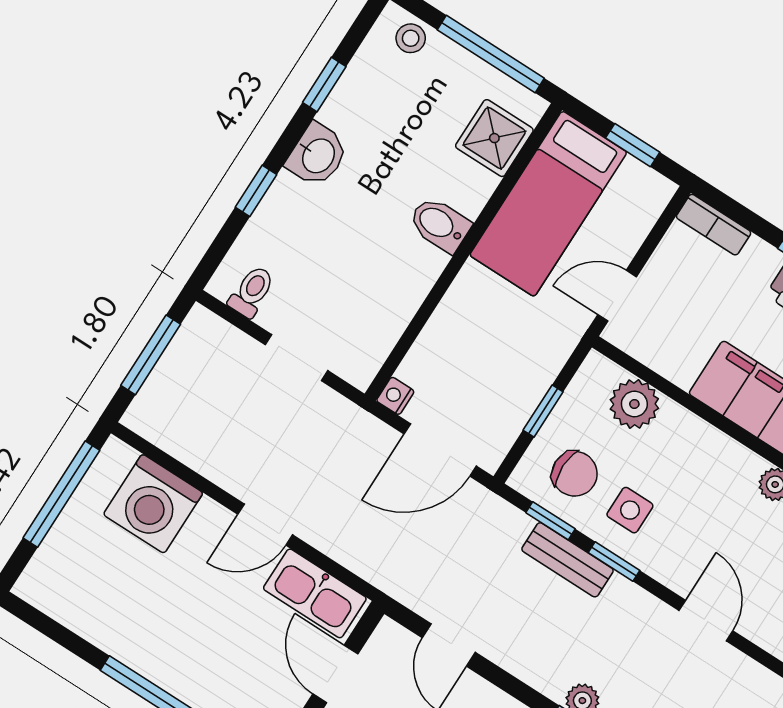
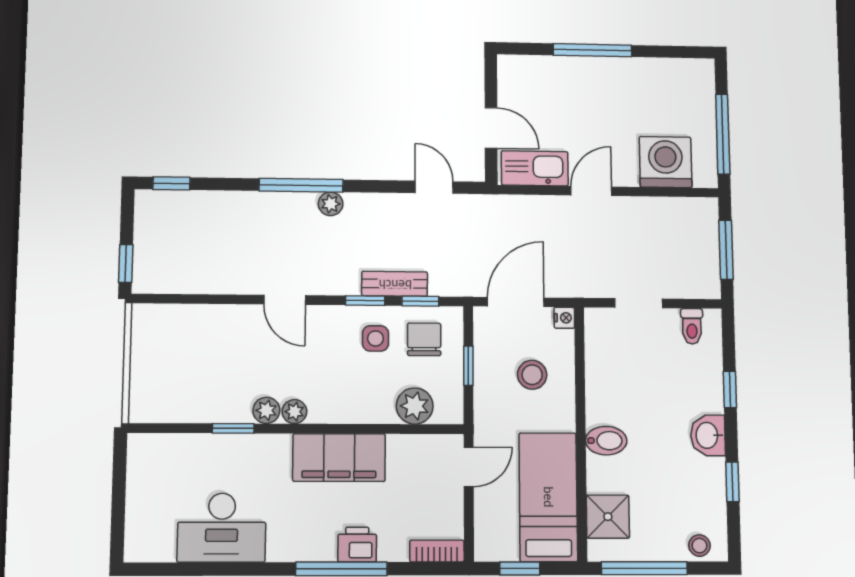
stool: (476, 354) -> (532, 375), added
chair: (575, 474) -> (424, 339), turned 90

